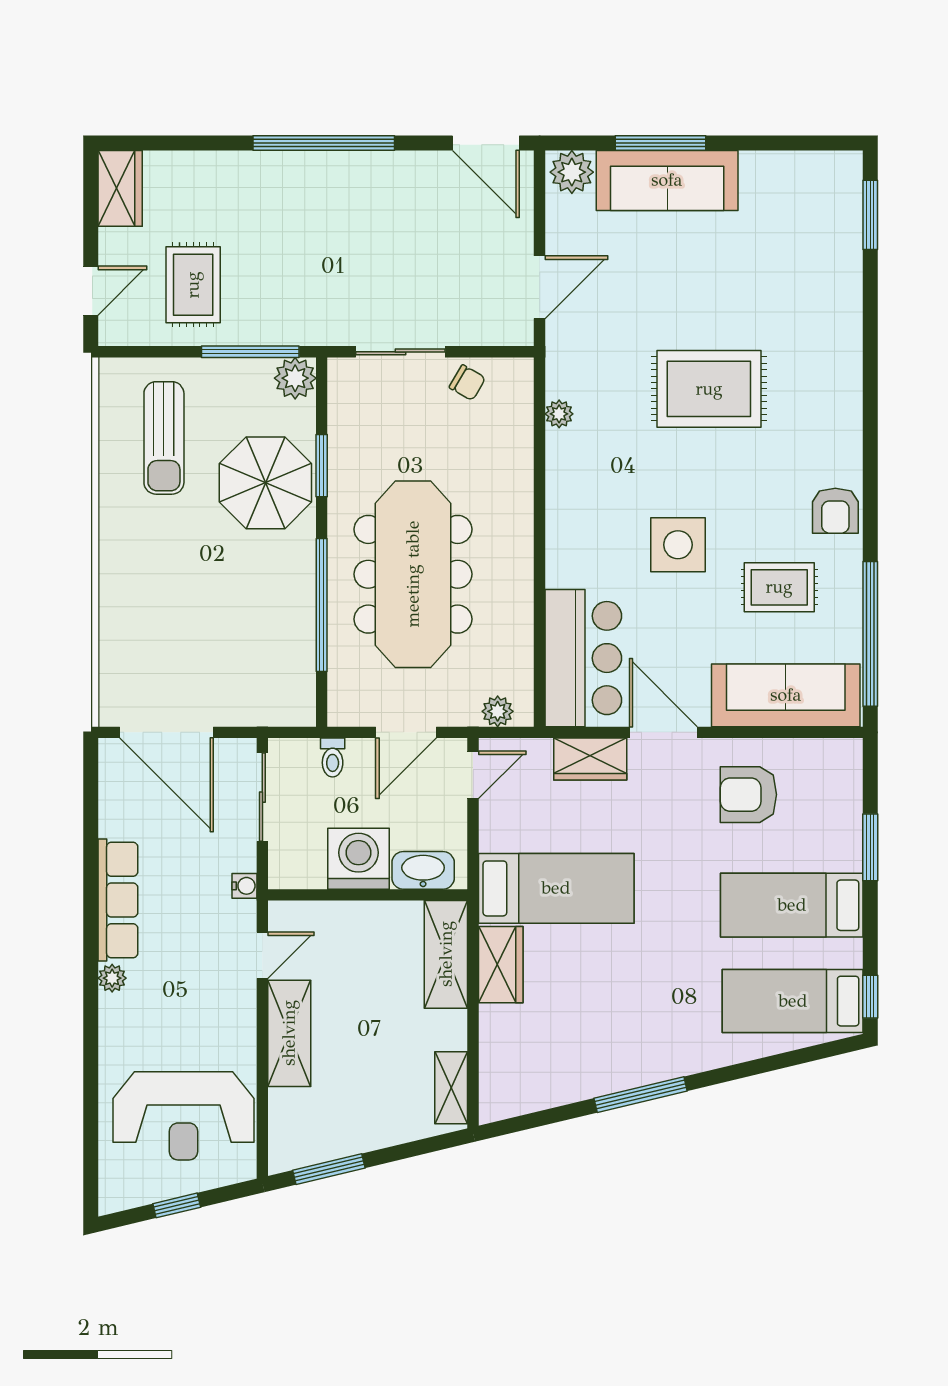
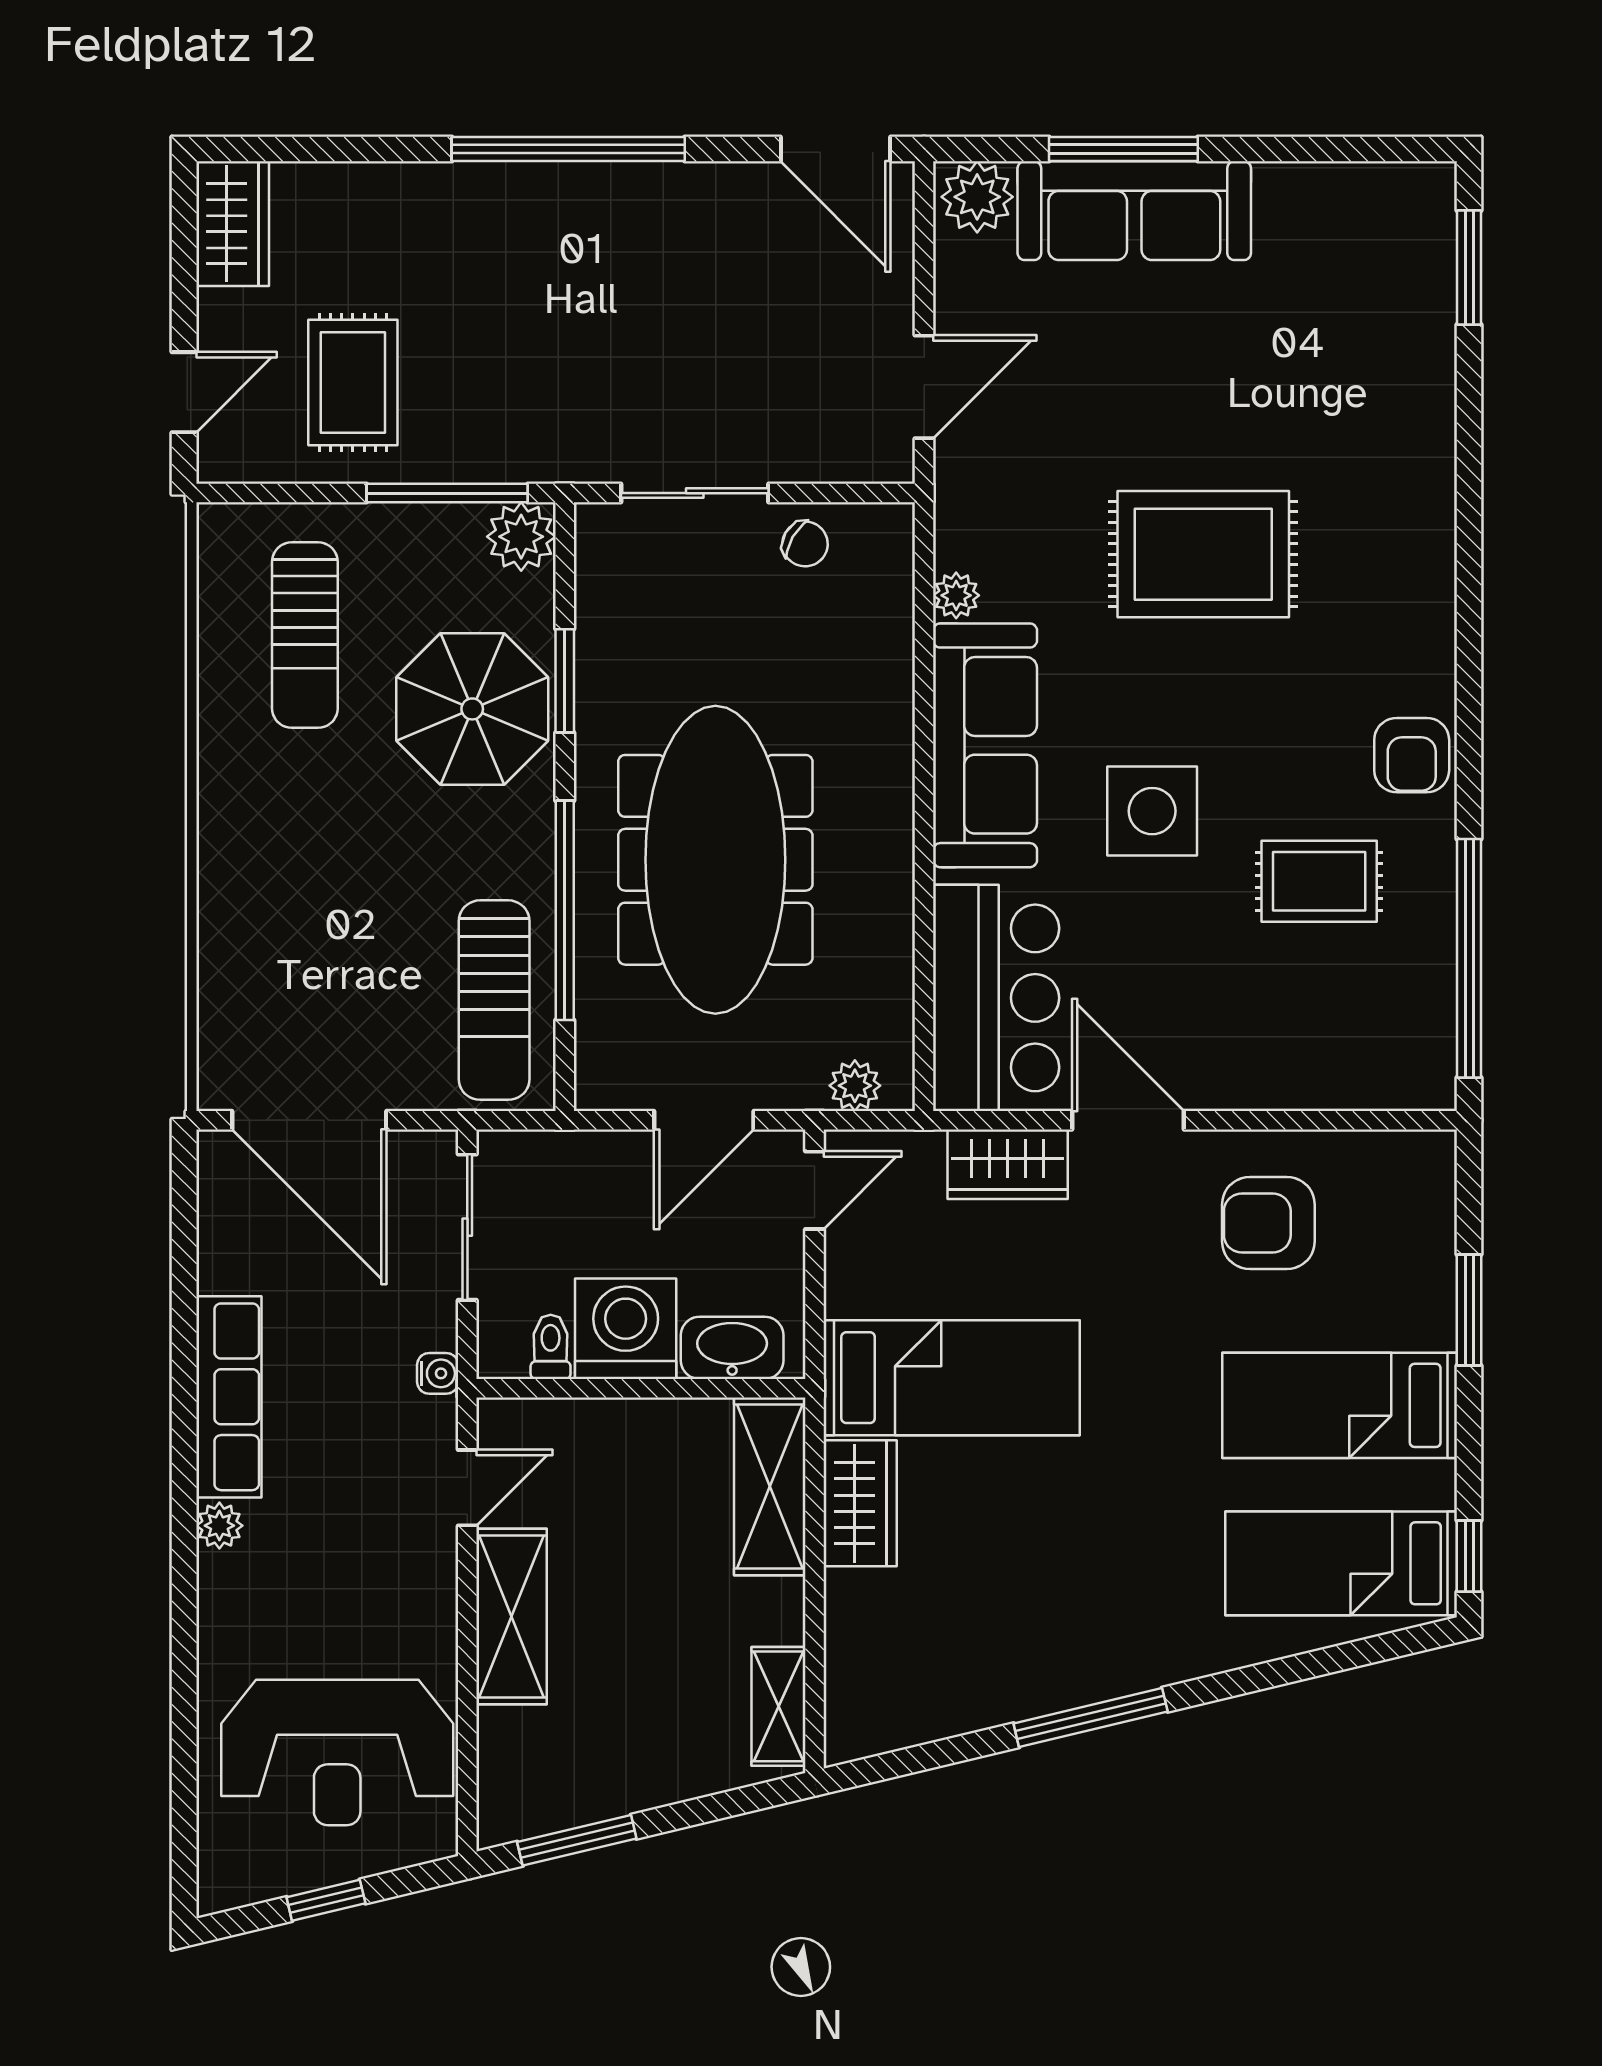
sun lounger: (279, 659) -> (494, 1000), added
sofa: (786, 695) -> (985, 745), moved, turned 90
toilet: (333, 757) -> (551, 1347), moved, turned 180

